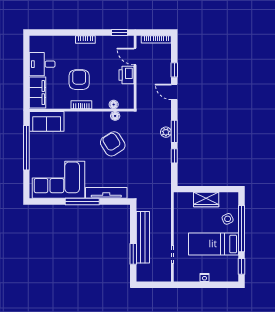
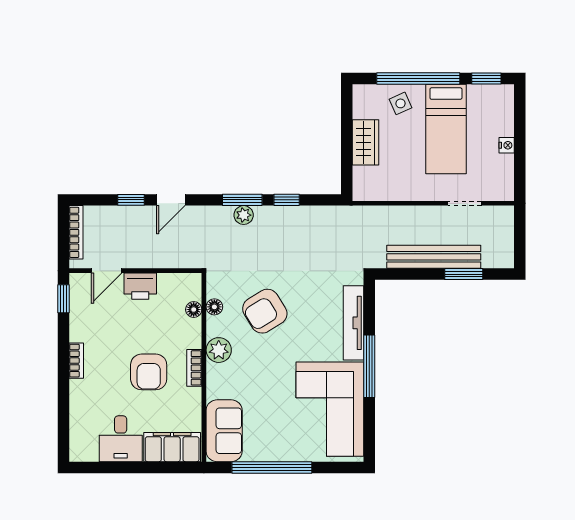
armchair: (79, 80) -> (149, 372), turned -90
plant: (91, 118) -> (219, 350), added

